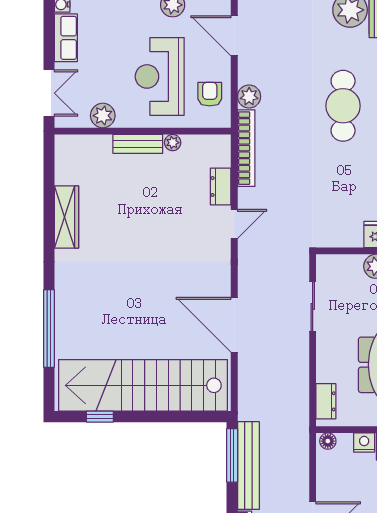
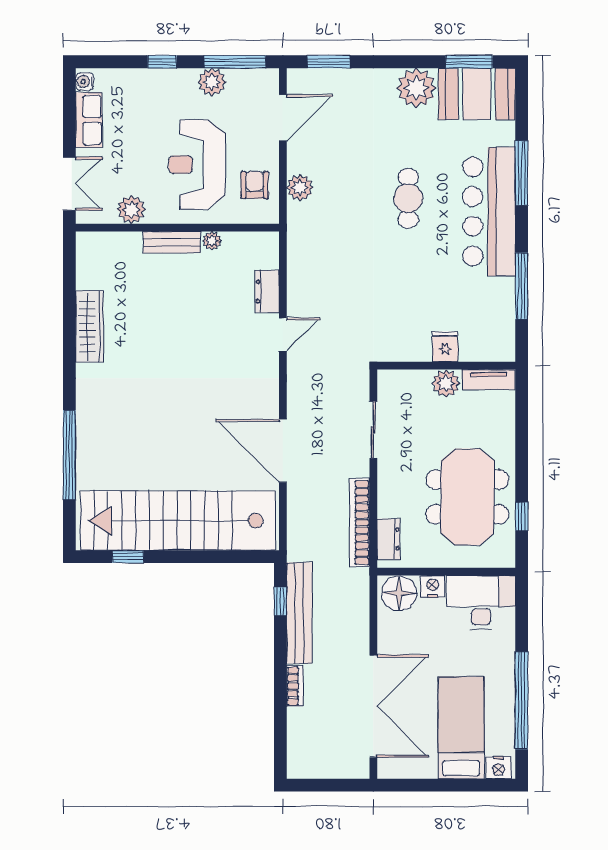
door: (234, 36) -> (283, 118), swing flipped
cafe table: (343, 106) -> (408, 198), width x0.73, depth x0.74
bookcase: (246, 148) -> (360, 522), moved, turned 180
floor lamp: (328, 441) -> (399, 593), width x1.89, depth x1.89
window: (232, 455) -> (280, 601), width x0.46

